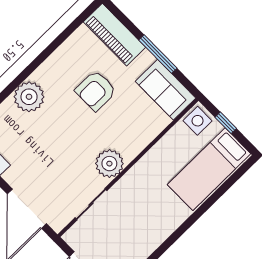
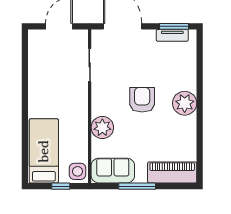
armchair: (96, 91) -> (142, 100), moved
plant: (29, 97) -> (185, 103), moved
plant: (109, 164) -> (102, 127), moved

